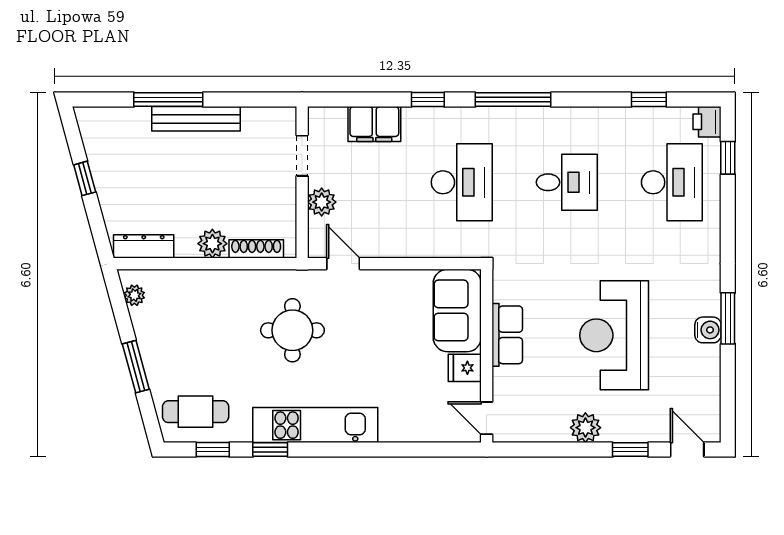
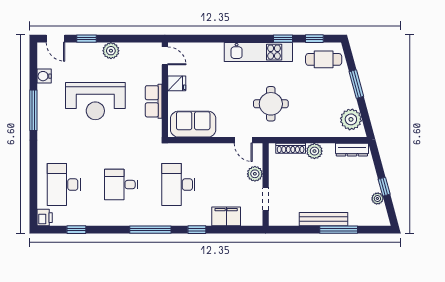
plant: (97, 157) -> (377, 199), added
window: (728, 158) -> (33, 198), removed
plant: (134, 295) -> (351, 119), width x1.88, depth x1.88
sofa: (457, 310) -> (193, 124), moved, turned -90
window: (728, 318) -> (33, 110), width x1.44
water cooler: (708, 330) -> (44, 76), moved
reception desk: (614, 335) -> (95, 101), turned 90

